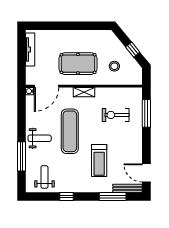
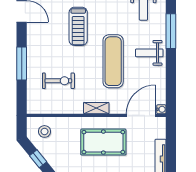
stool: (114, 66) -> (44, 131), moved
window: (146, 113) -> (22, 63), moved
treadmill: (99, 160) -> (78, 26), turned 180

